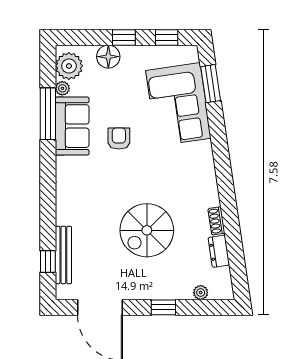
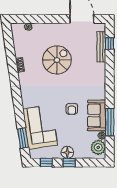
floor lamp: (108, 57) -> (67, 152), moved
dresser: (219, 251) -> (19, 49), removed
window: (163, 307) -> (48, 19), removed

